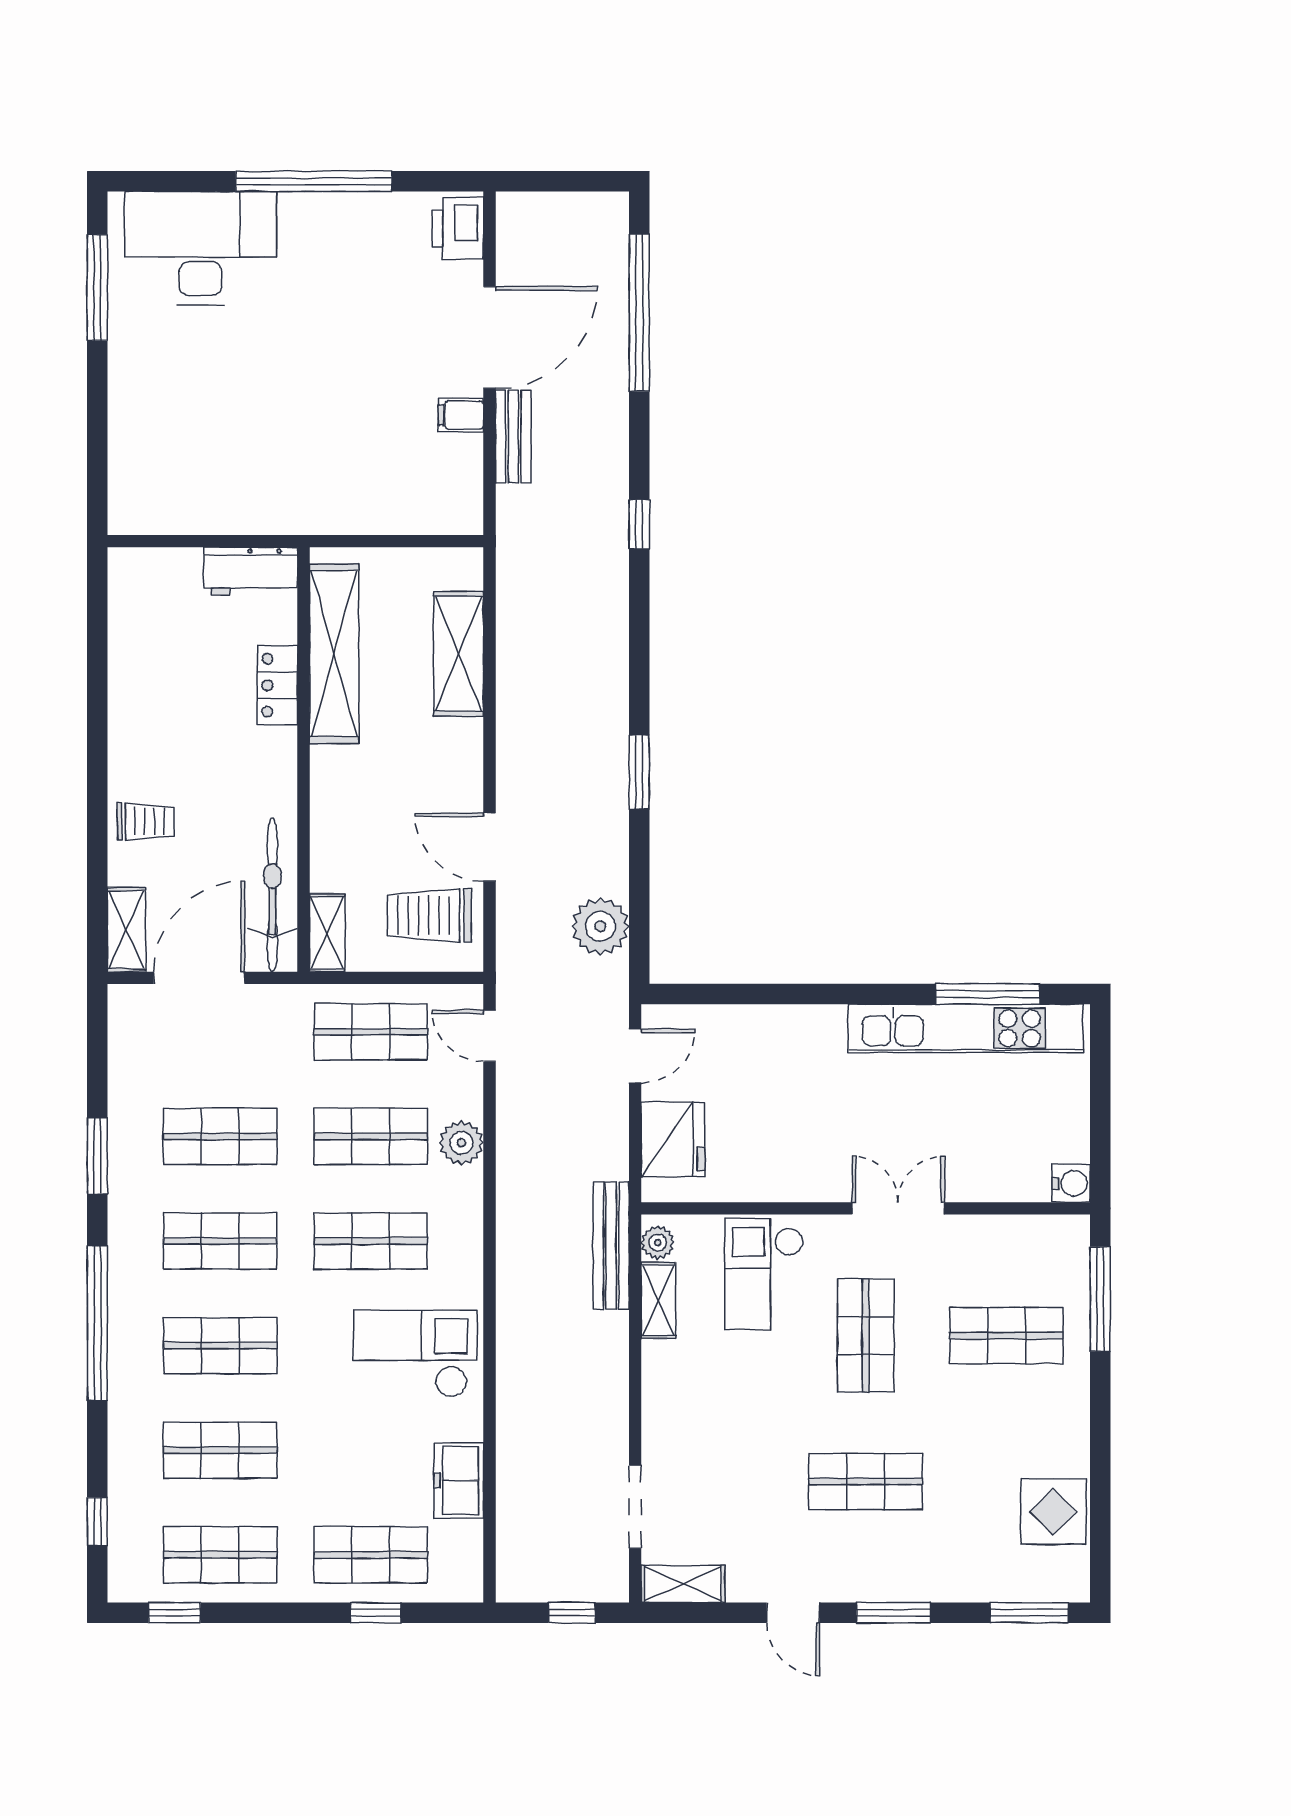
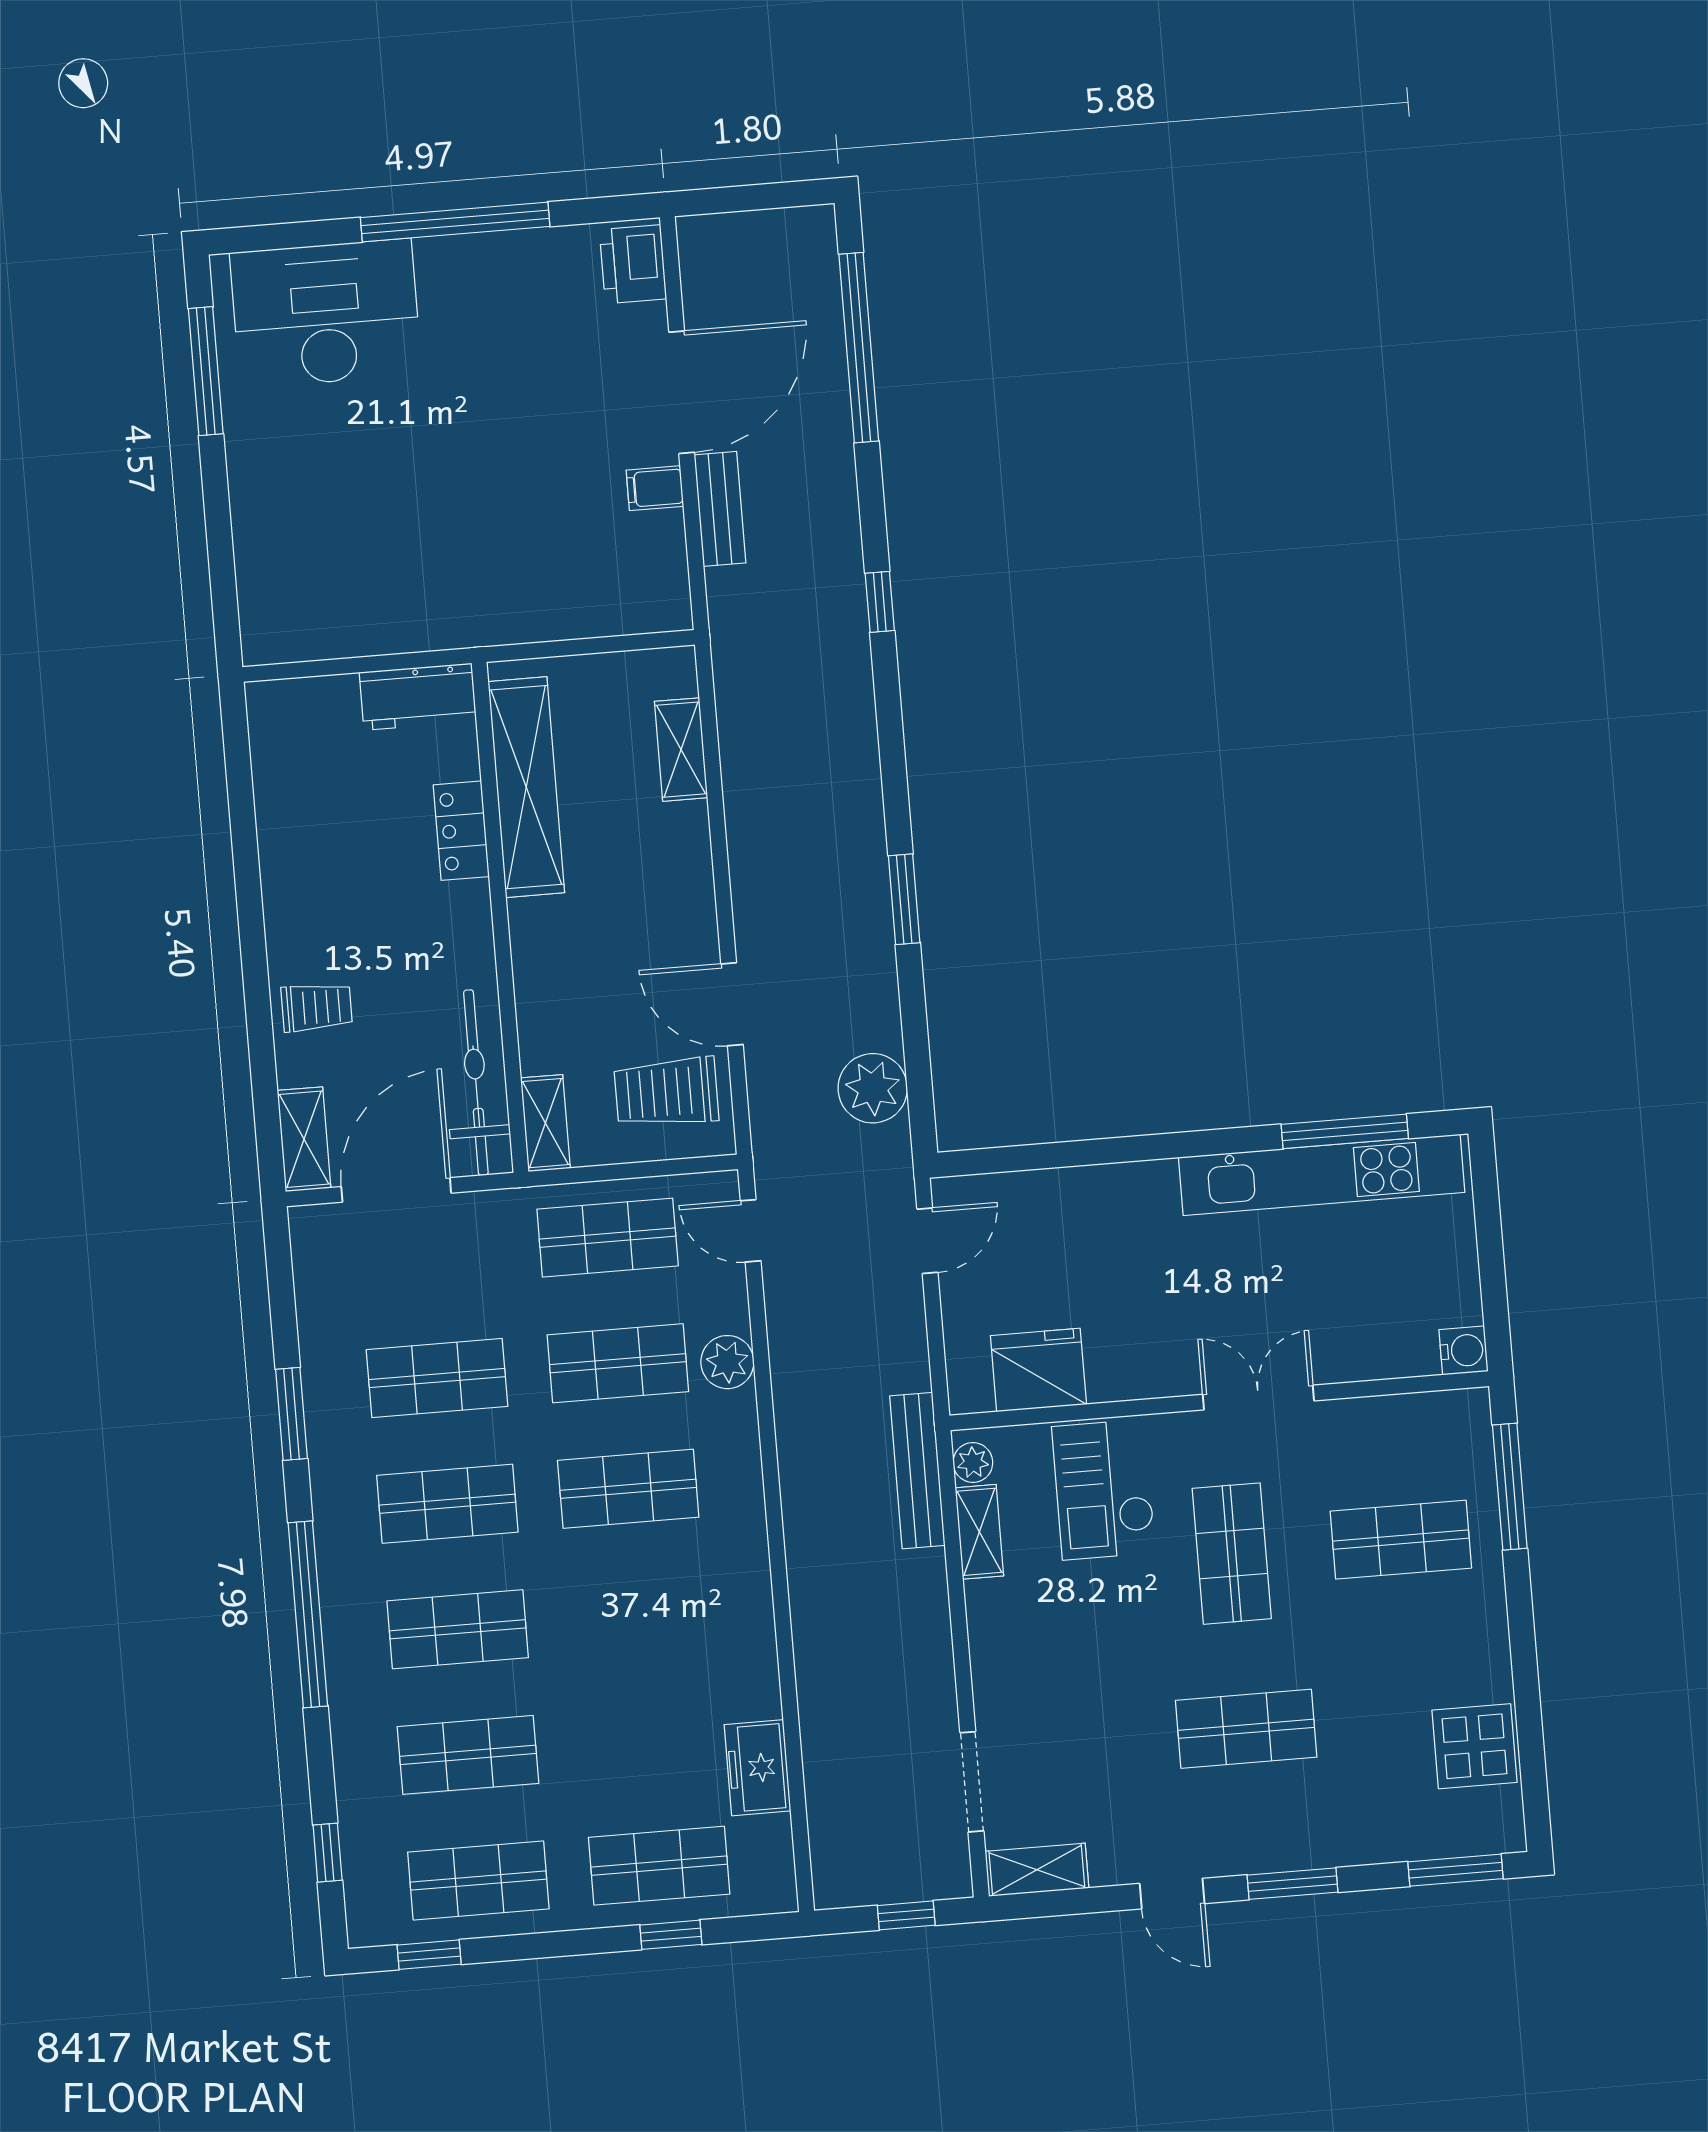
shelving: (459, 654) -> (681, 750), width x0.67, depth x0.75
fridge: (673, 1139) -> (1038, 1370), moved, turned -90
checkout: (415, 1354) -> (693, 1620), removed

